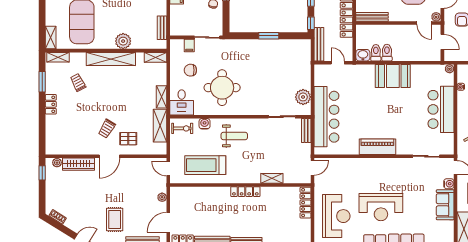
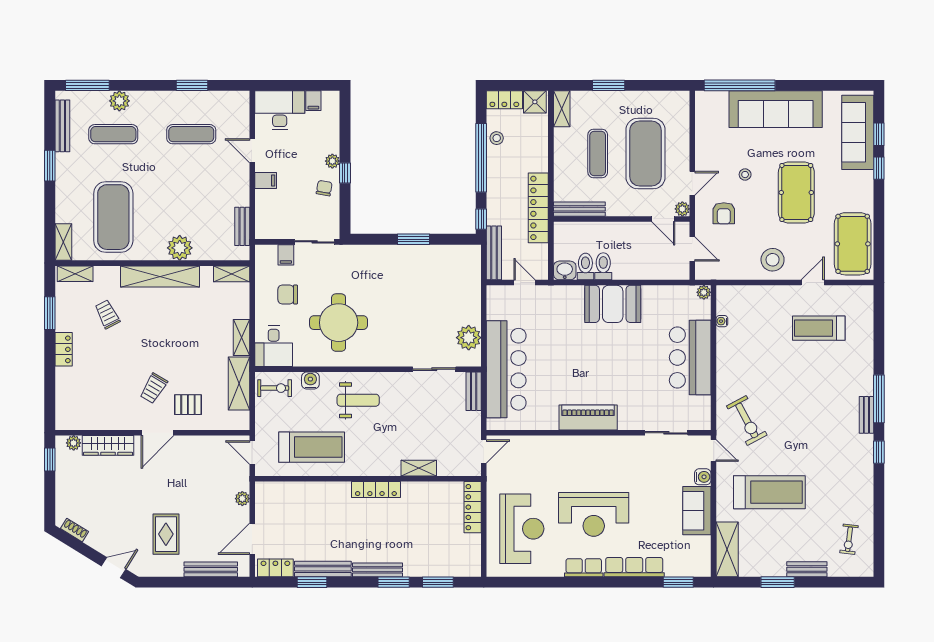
treadmill: (205, 165) -> (312, 447), turned 180

